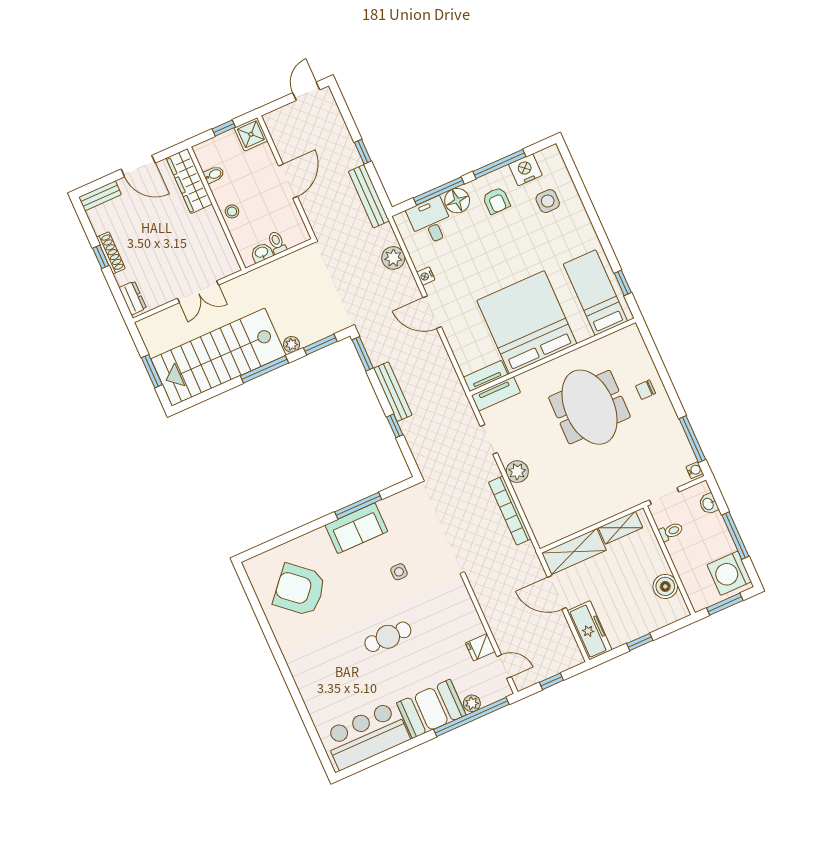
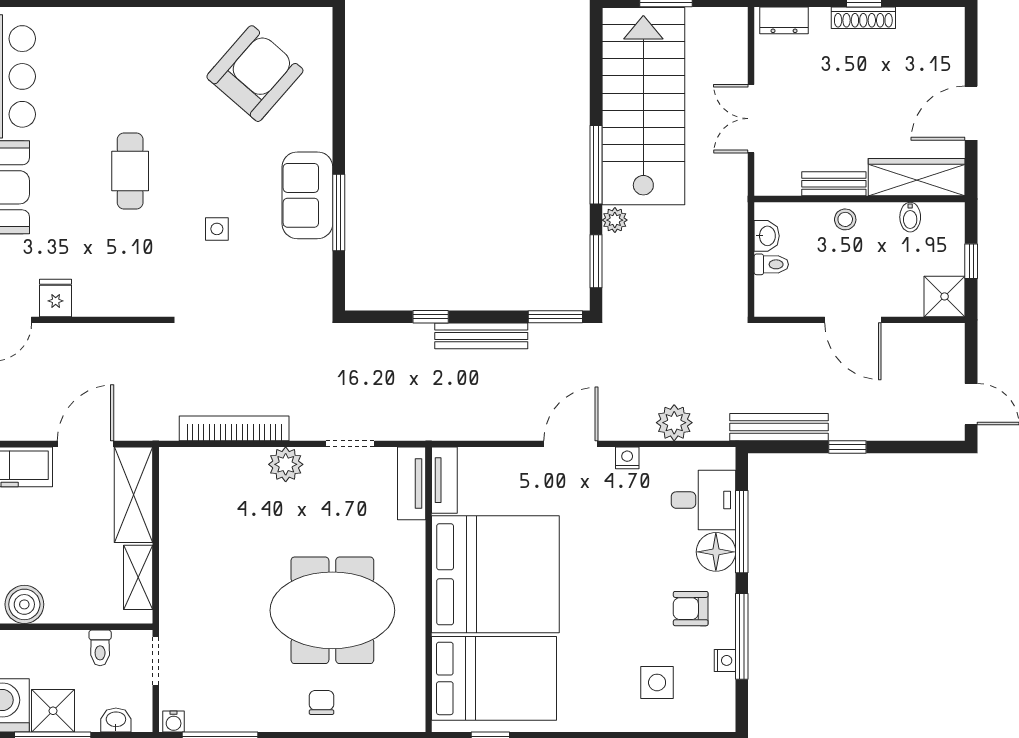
nightstand: (525, 170) -> (725, 660), width x0.53, depth x0.56
bench: (100, 196) -> (834, 184), moved, turned 90
bed: (595, 293) -> (494, 678), width x1.50
shower: (719, 543) -> (53, 711), added

